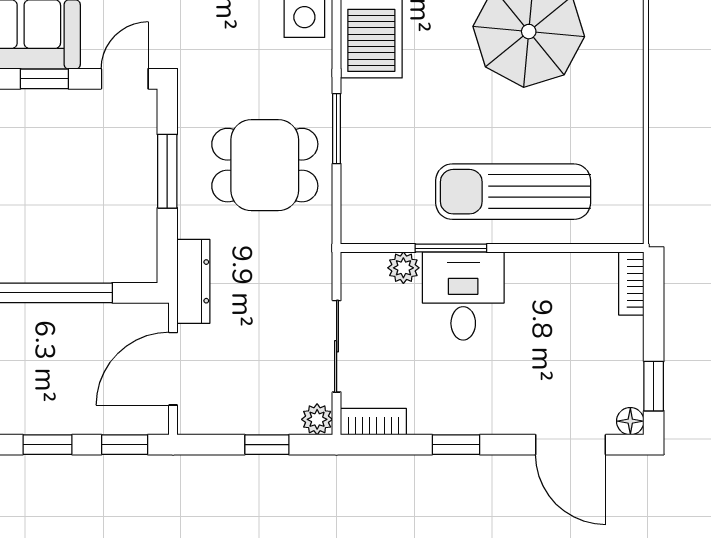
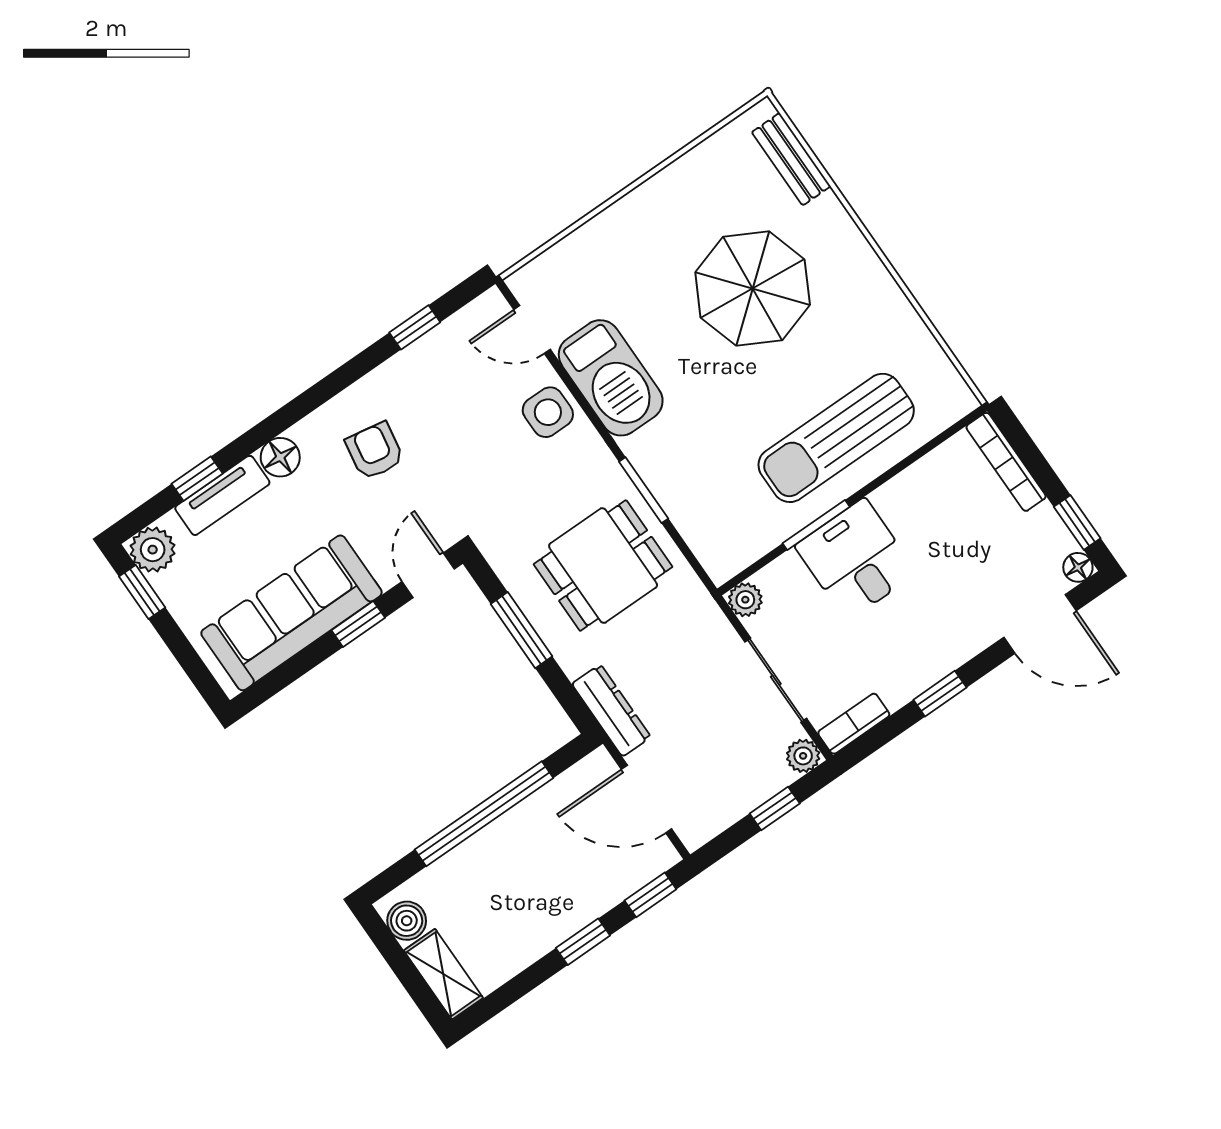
plant: (403, 268) -> (745, 600), moved
bookcase: (631, 283) -> (1006, 462), width x1.56
door: (173, 369) -> (647, 799), hinge flipped

